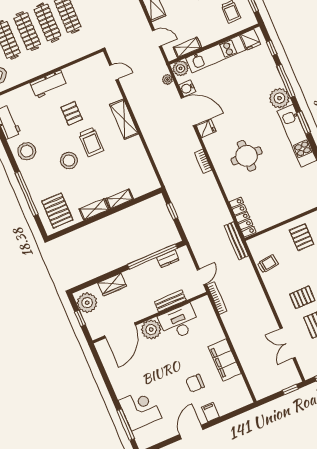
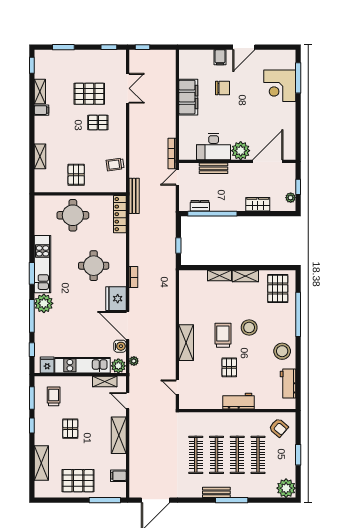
fridge: (206, 129) -> (116, 299), width x1.88, depth x1.34
round table: (288, 196) -> (73, 215), added
plant: (87, 303) -> (291, 198), width x0.53, depth x0.53

